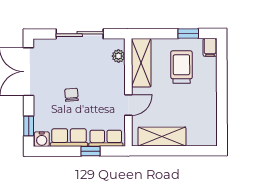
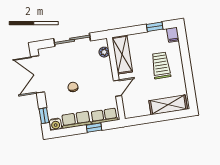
trolley: (181, 67) -> (161, 65), moved
shelving: (162, 137) -> (168, 105), moved

